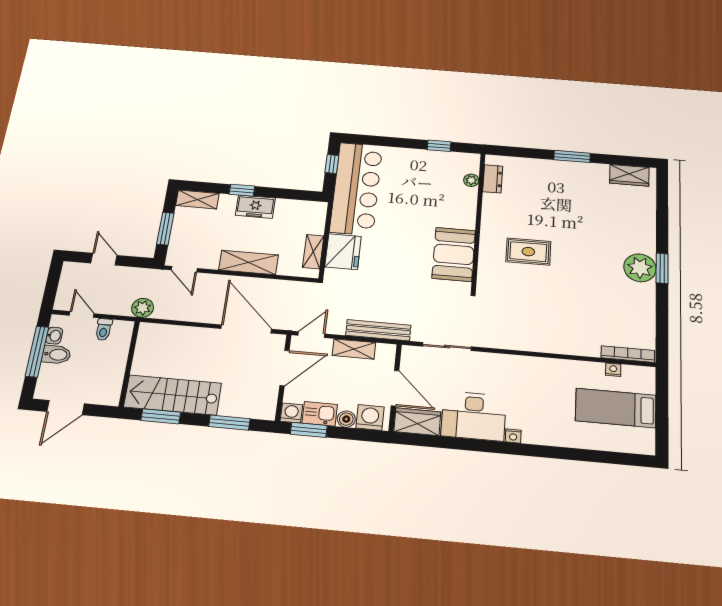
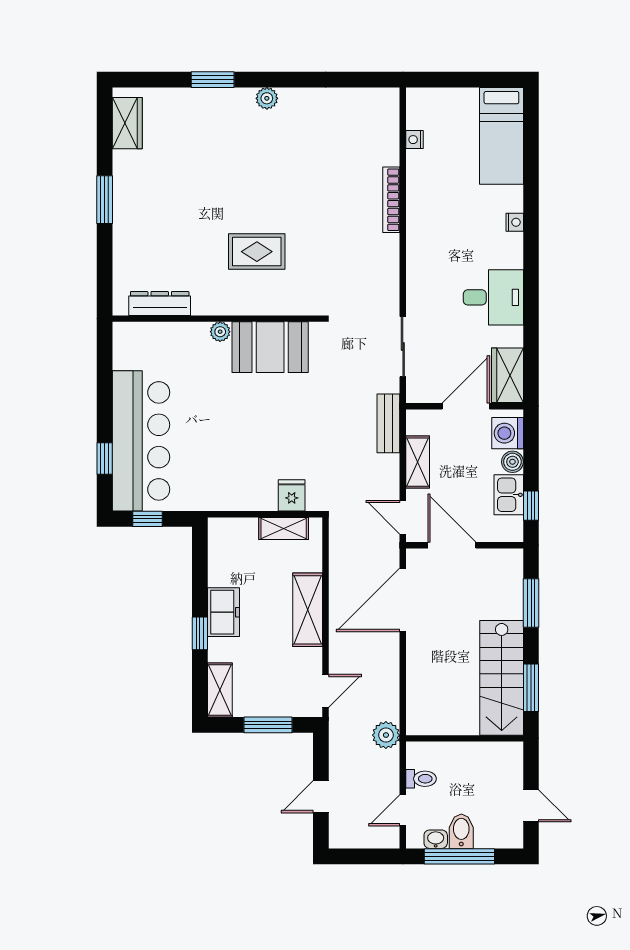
window: (439, 146) -> (105, 459), moved
dresser: (493, 179) -> (160, 304), width x1.44
plant: (471, 180) -> (220, 332), moved
bar counter: (356, 188) -> (141, 441), moved, turned 90
fridge: (343, 252) -> (292, 495), width x0.53, depth x0.75
rug: (528, 252) -> (257, 252), turned 90
plant: (640, 268) -> (267, 98), width x0.53, depth x0.53
window: (662, 268) -> (213, 80), moved
bench: (378, 330) -> (388, 423), width x0.73
bookcase: (628, 354) -> (391, 200), moved
door: (66, 408) -> (531, 806), width x0.73
bed: (616, 408) -> (501, 136), moved
washing machine: (291, 413) -> (511, 529), removed
desk: (474, 416) -> (493, 297), width x0.73
window: (309, 430) -> (531, 506), width x0.67
nightstand: (513, 436) -> (515, 222), moved

